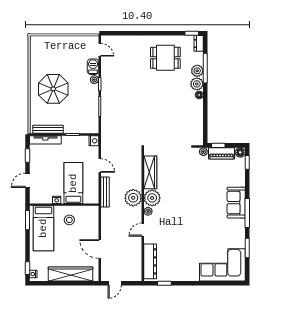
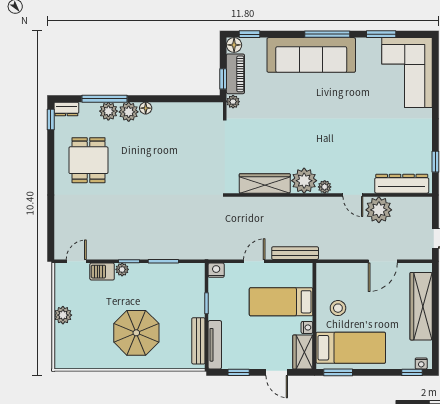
plant: (65, 41) -> (63, 315), added
wardrobe: (41, 197) -> (303, 352), added
plant: (133, 198) -> (379, 210), moved
sofa: (236, 203) -> (311, 55), width x1.85, depth x1.27

